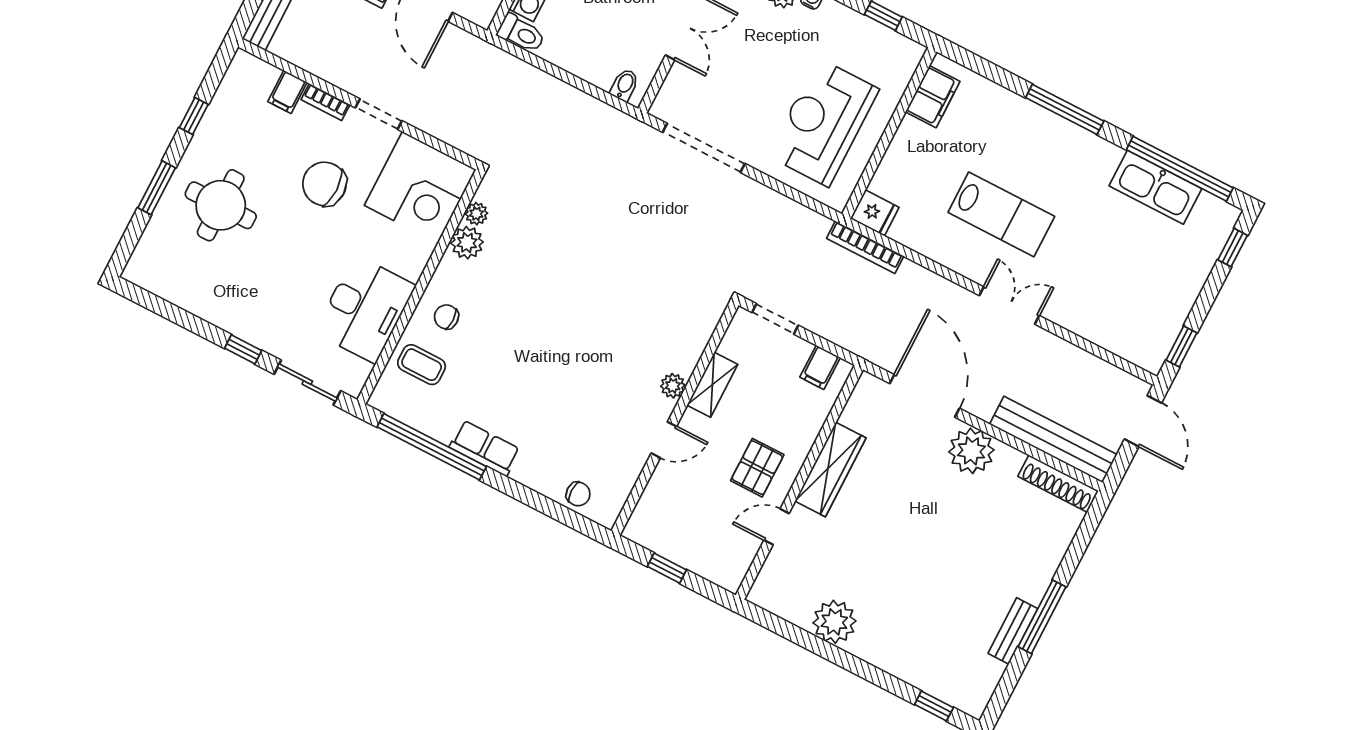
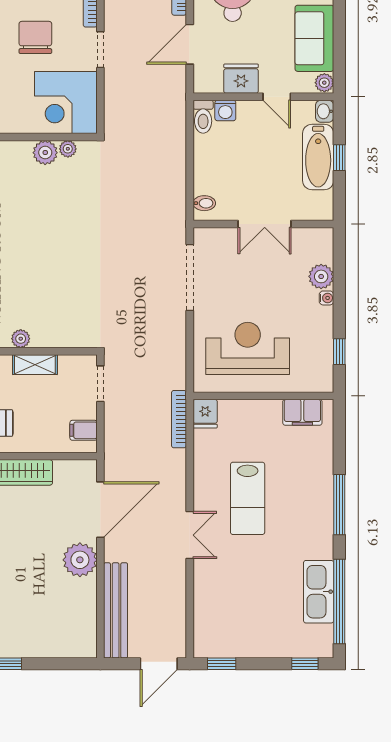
shoe rack: (1058, 484) -> (88, 629), removed

